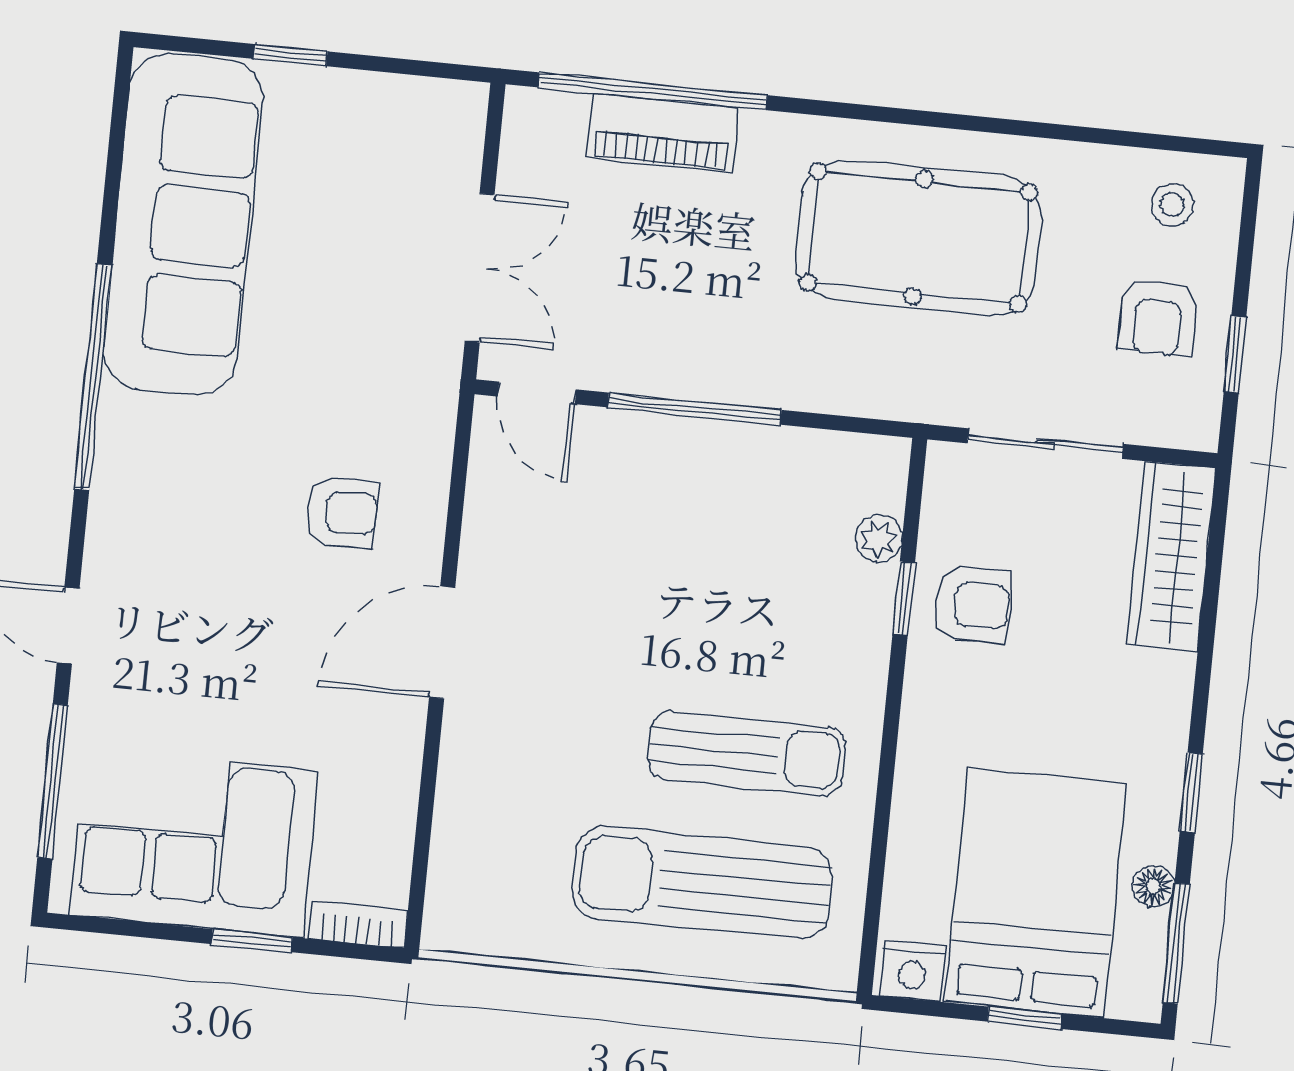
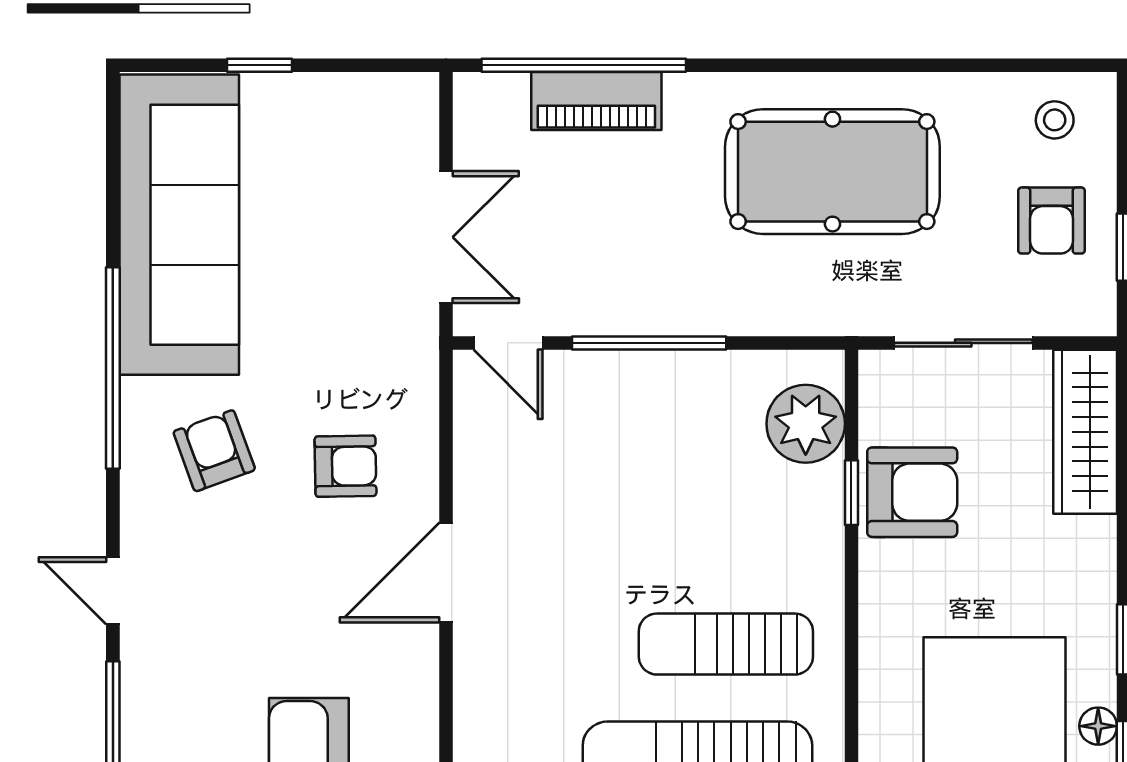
armchair: (197, 480) -> (214, 451), added
plant: (879, 539) -> (806, 424), width x1.88, depth x1.88
armchair: (972, 605) -> (912, 492), width x1.38, depth x1.38
sun lounger: (747, 753) -> (726, 644), turned 180

